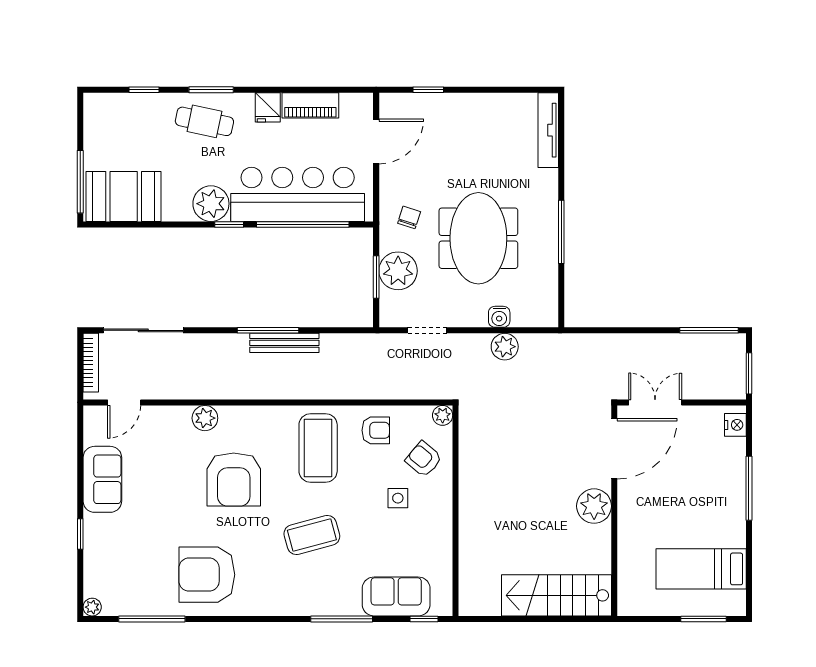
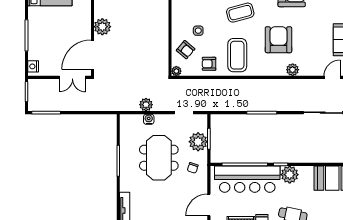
bench: (284, 343) -> (254, 107), removed

